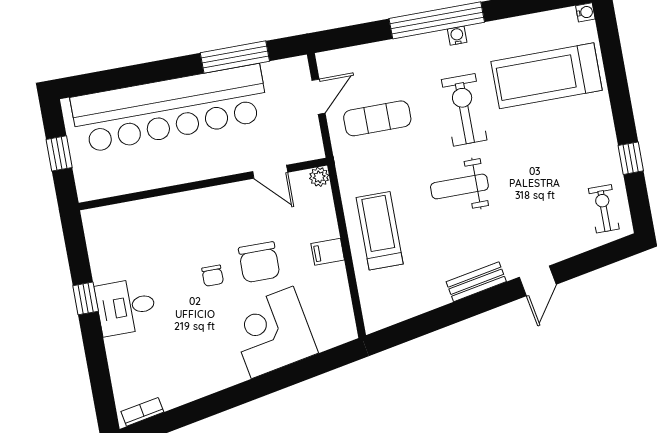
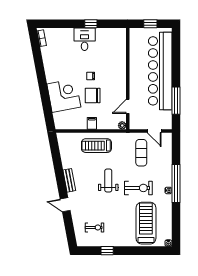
exercise bike: (604, 209) -> (95, 227), moved
treadmill: (380, 231) -> (96, 146), turned 180

